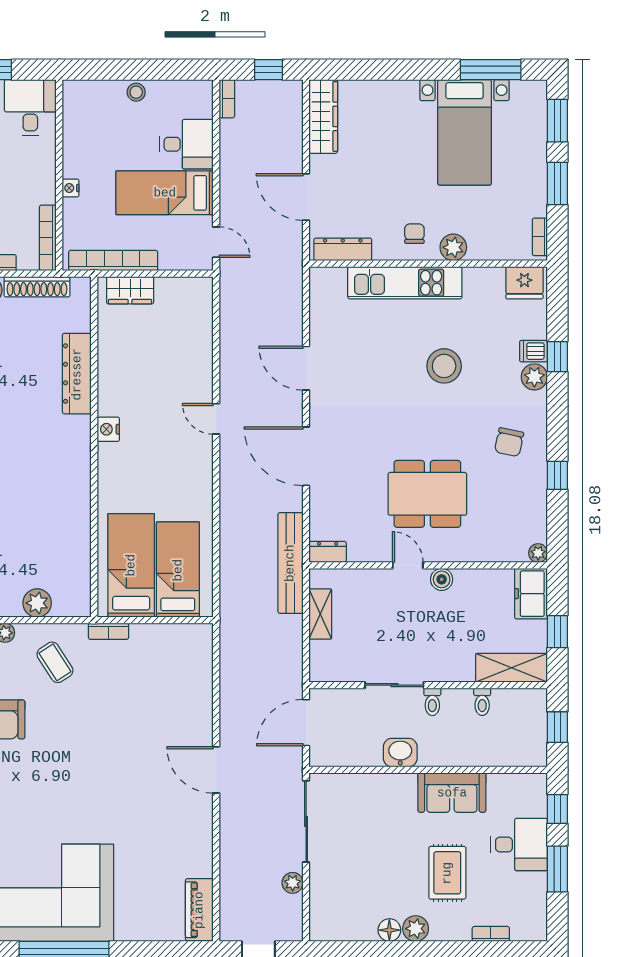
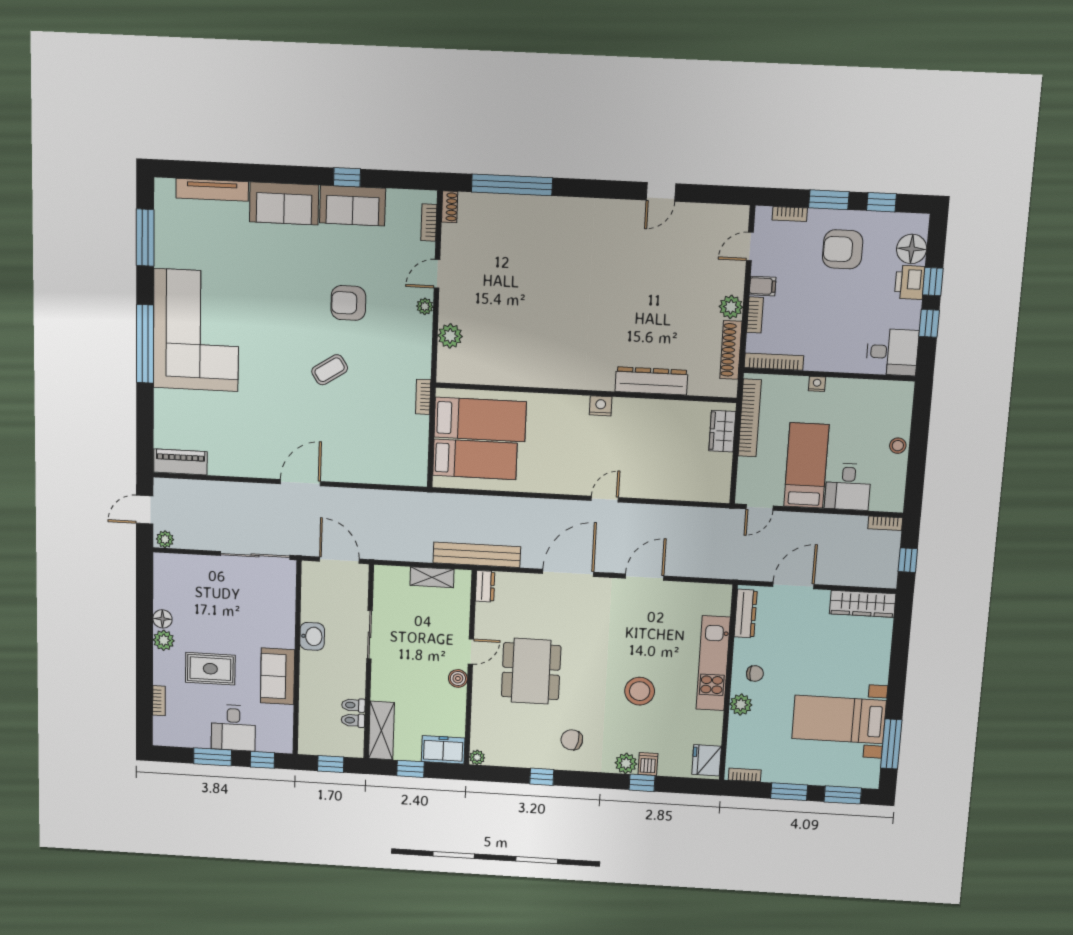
coffee table: (55, 662) -> (330, 370), moved
toilet: (432, 702) -> (353, 720), moved
plant: (293, 883) -> (165, 539), moved

